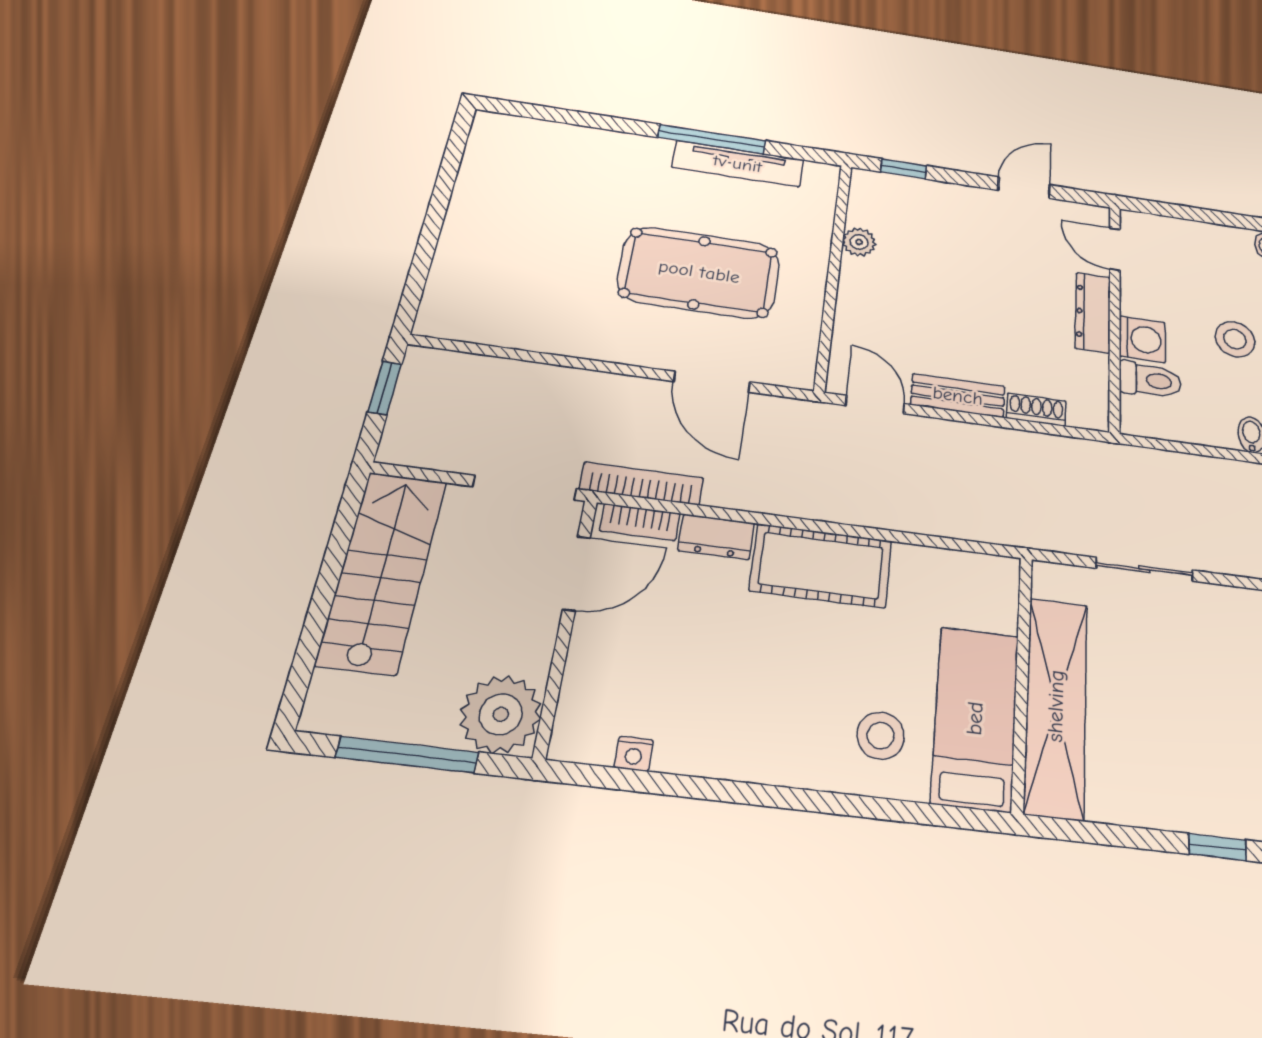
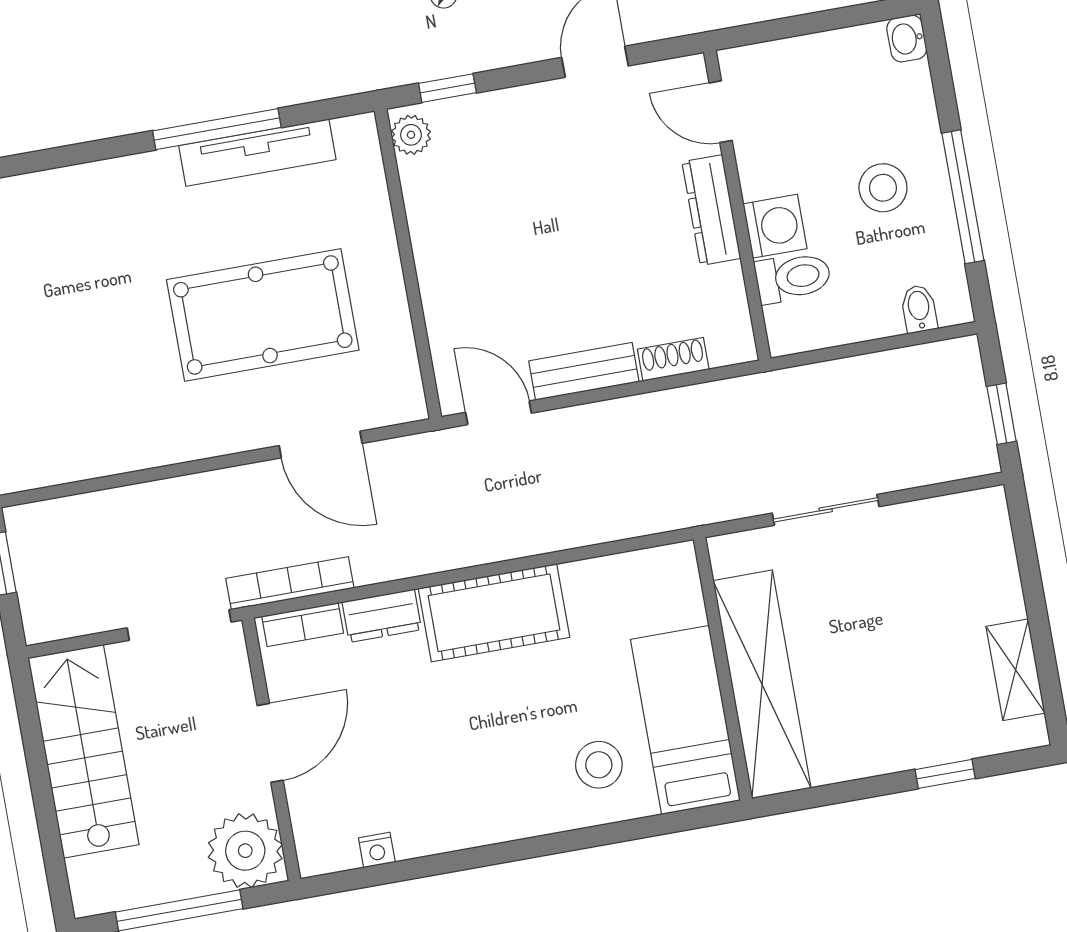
plant: (859, 242) -> (411, 135), moved
door: (576, 573) -> (270, 743), moved

